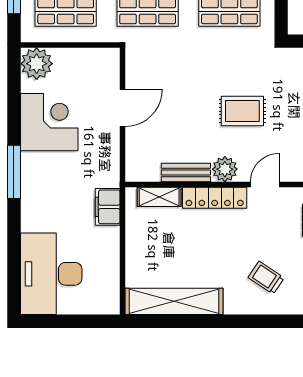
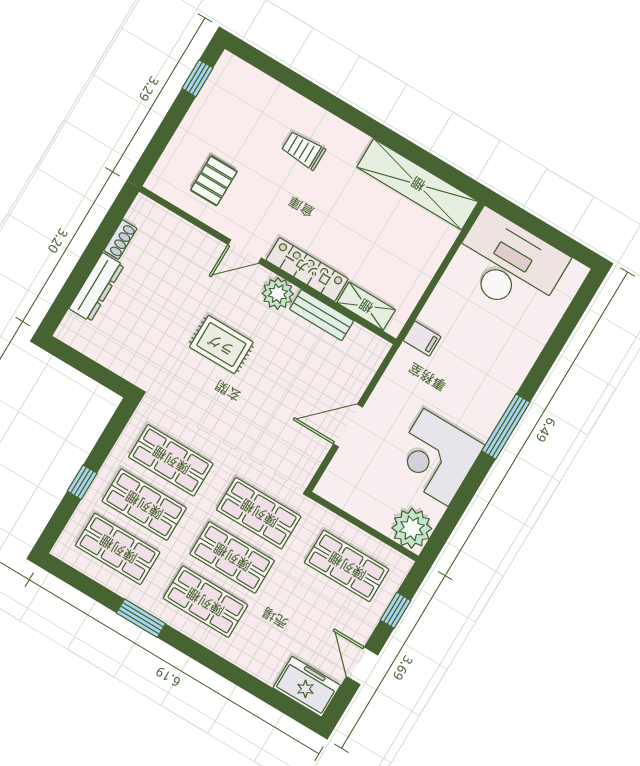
filing cabinet: (108, 207) -> (422, 339), width x0.50
desk: (51, 274) -> (508, 264), moved, turned -90
trolley: (266, 278) -> (303, 150), turned 146

